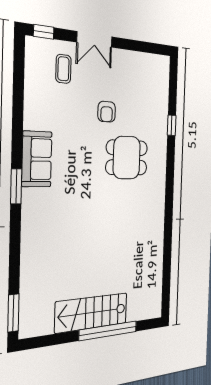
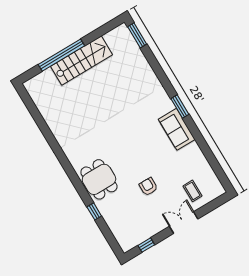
window: (44, 32) -> (146, 245), moved
dining table: (127, 158) -> (99, 179), moved, turned 90

